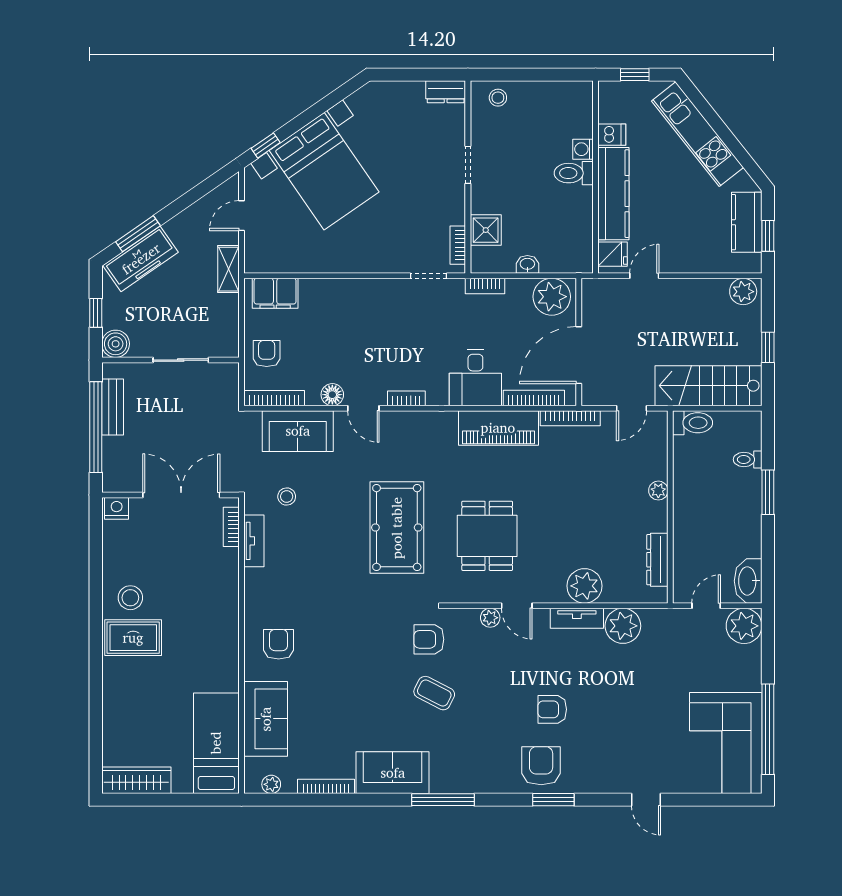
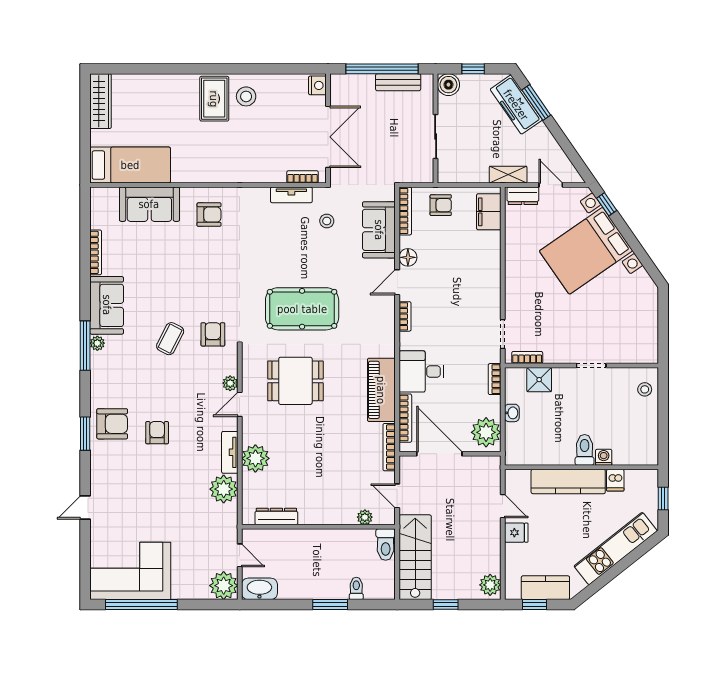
dresser: (446, 92) -> (523, 196), moved, turned -90
fridge: (613, 254) -> (516, 533), moved, turned -90
plant: (658, 491) -> (365, 517), moved
plant: (271, 784) -> (97, 343), moved

